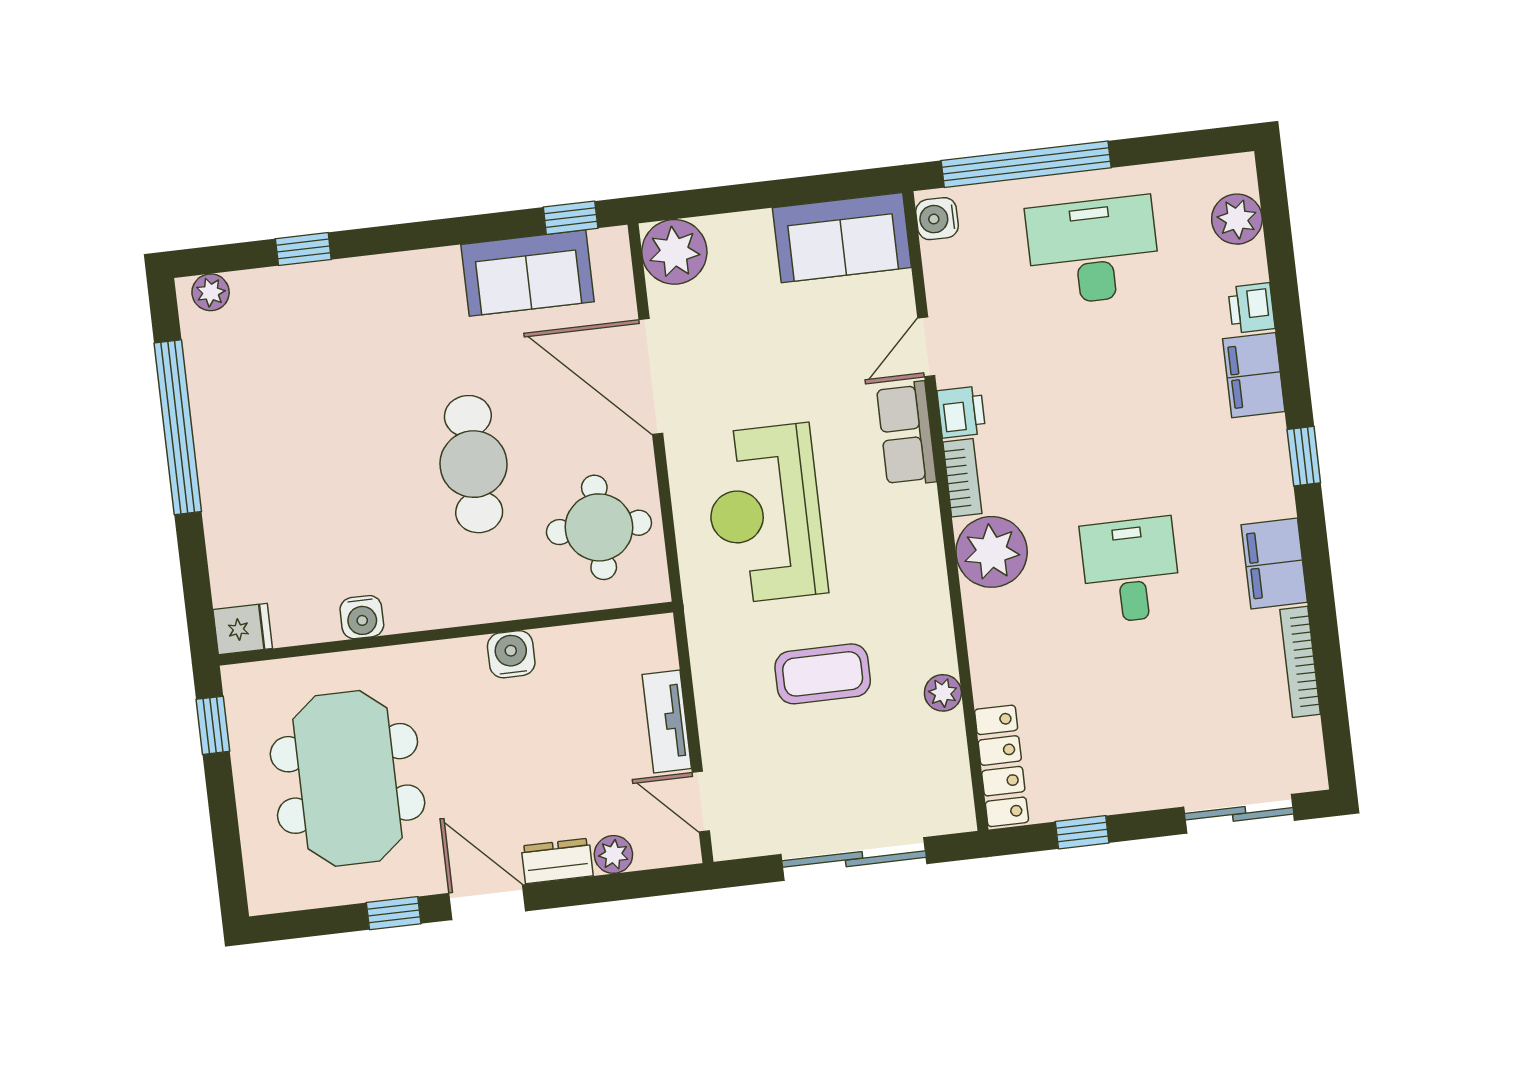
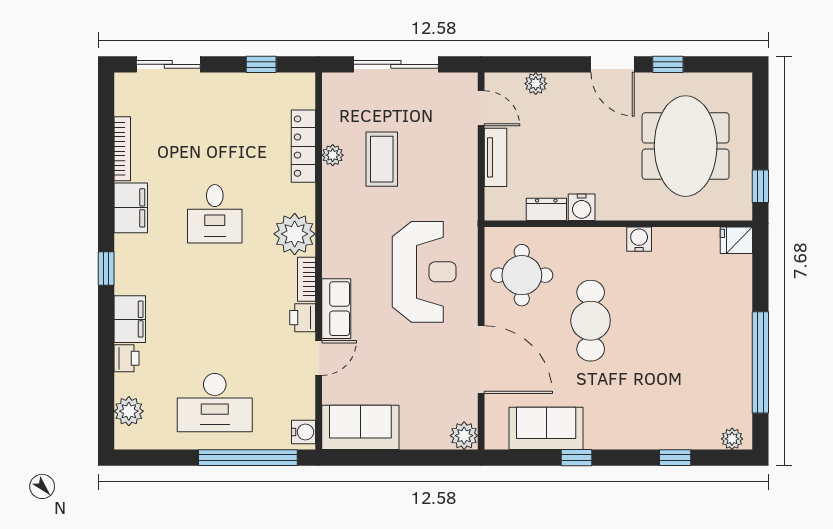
window: (571, 218) -> (576, 458), moved
plant: (674, 252) -> (464, 436), width x0.73, depth x0.73
water cooler: (362, 617) -> (639, 239), moved
coffee table: (823, 674) -> (382, 159), moved, turned 90
locker: (1002, 766) -> (303, 146), moved
dresser: (557, 861) -> (546, 209), moved, turned 180

